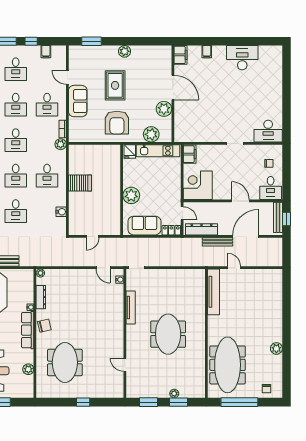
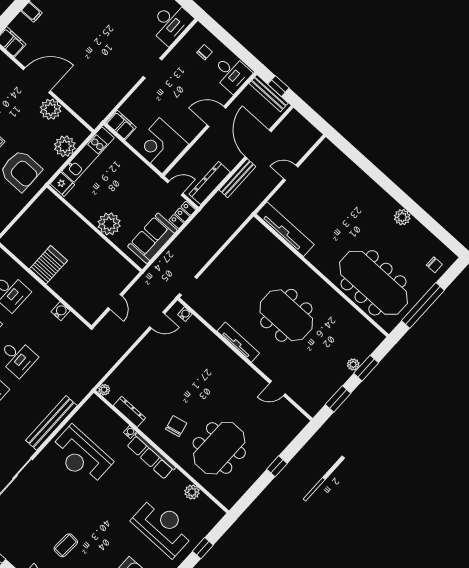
door: (234, 268) -> (291, 173), moved
tv unit: (131, 307) -> (238, 342), moved
chair: (44, 326) -> (176, 426), moved
meeting table: (65, 362) -> (219, 448), turned 90

